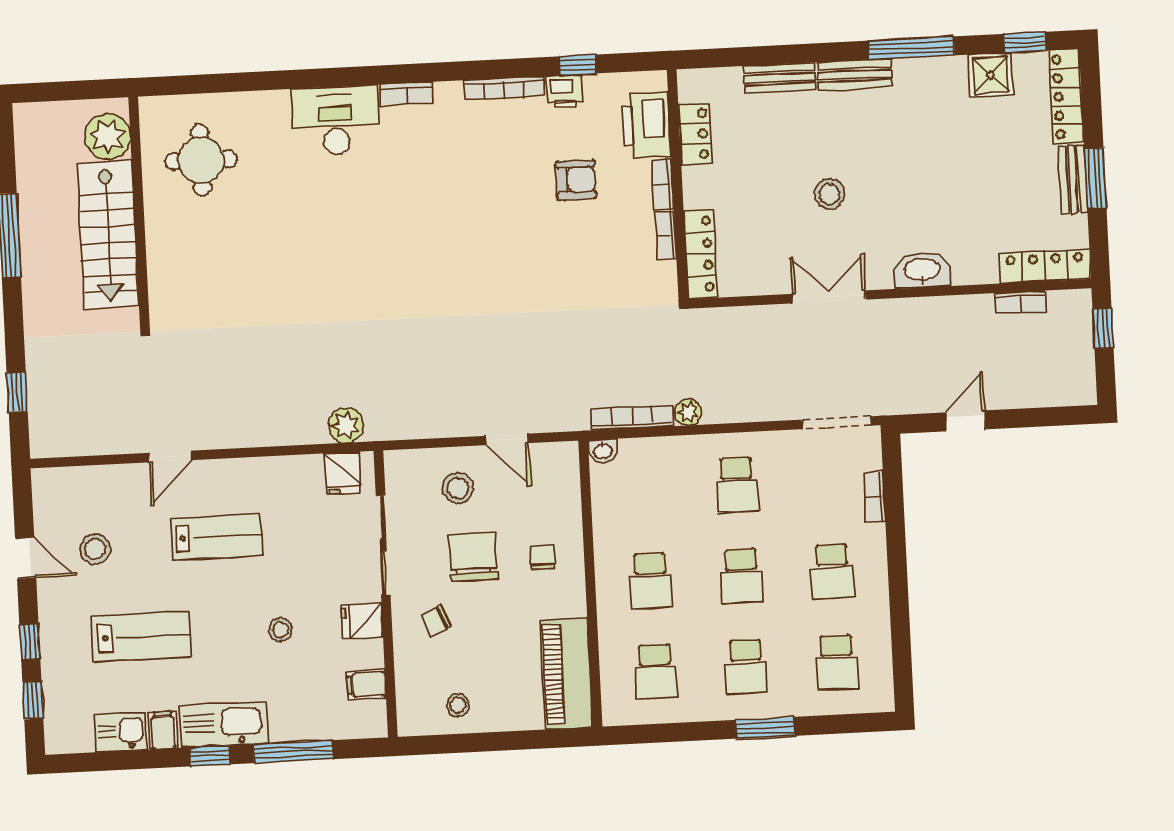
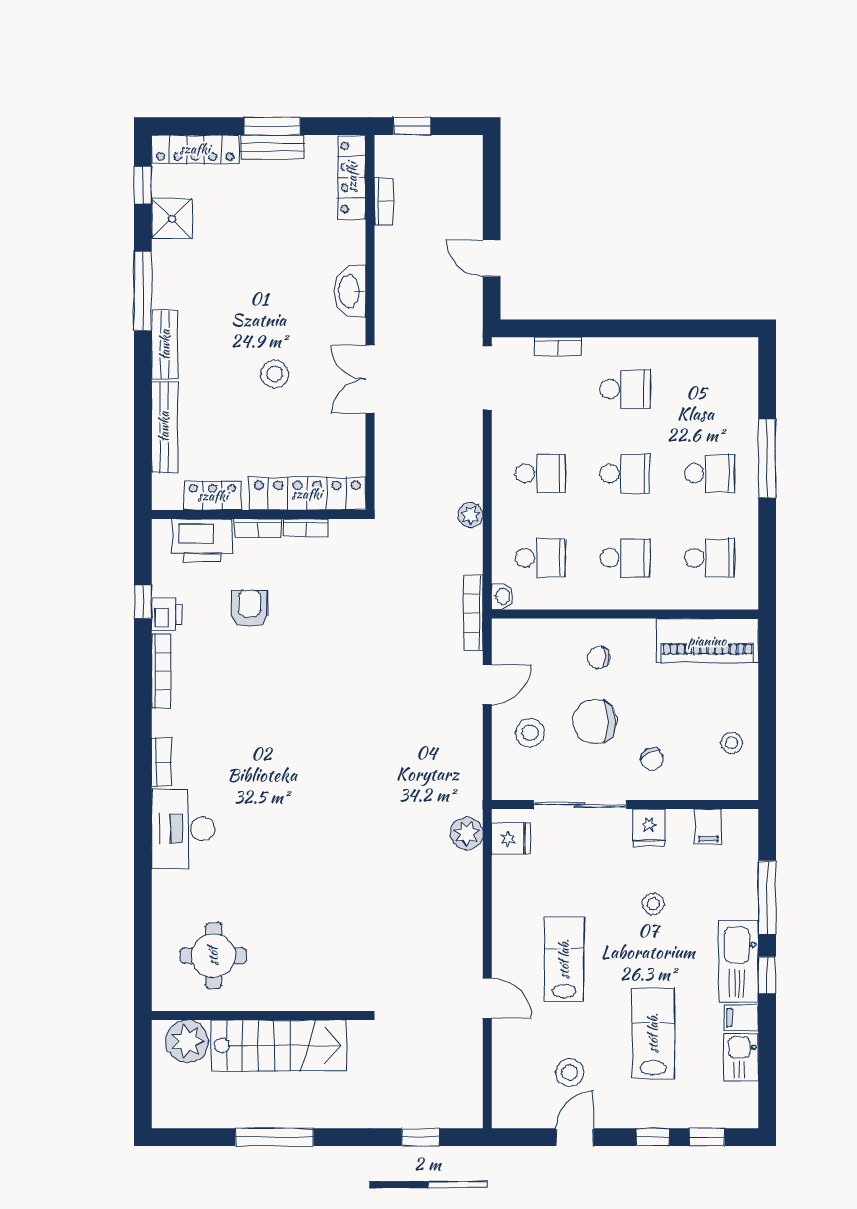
bench: (780, 78) -> (164, 427), width x1.36
locker: (700, 254) -> (307, 494), width x1.41, depth x1.21
bookcase: (632, 418) -> (473, 613), moved
school desk: (837, 662) -> (540, 558), moved
window: (765, 728) -> (767, 459), width x1.44

